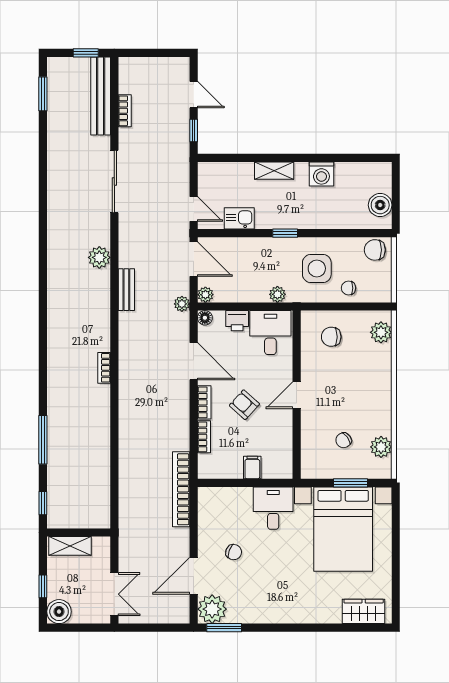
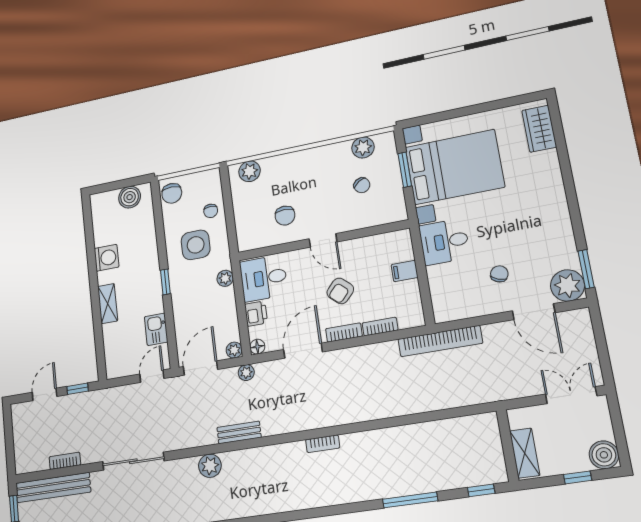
chair: (331, 337) -> (285, 216), moved

